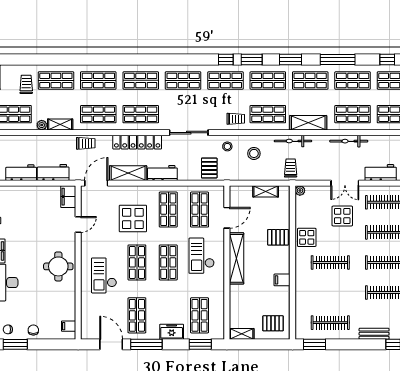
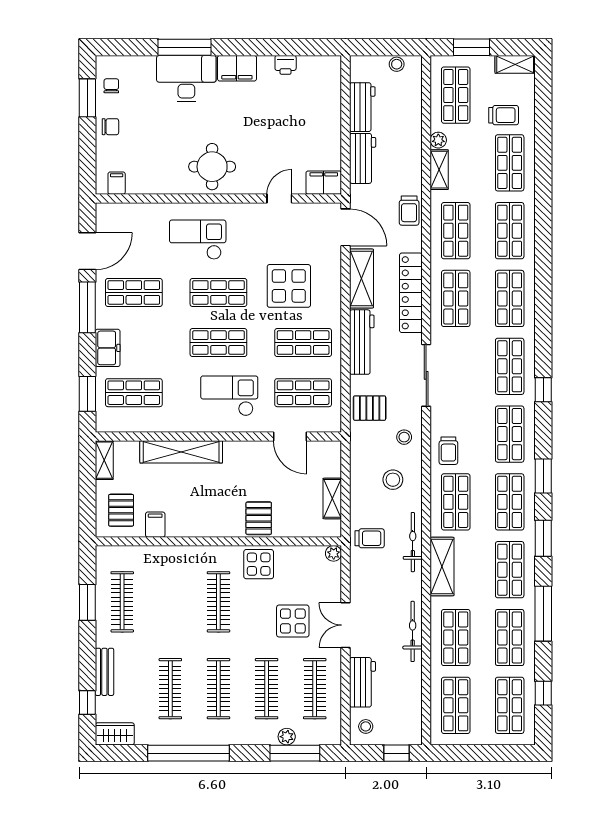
window: (226, 60) -> (543, 390), moved
workbench: (162, 173) -> (362, 342), width x1.38
door: (78, 224) -> (279, 198), swing flipped
shelving: (237, 258) -> (181, 452), moved
filing cabinet: (282, 280) -> (155, 525), moved
window: (315, 344) -> (87, 602), moved

